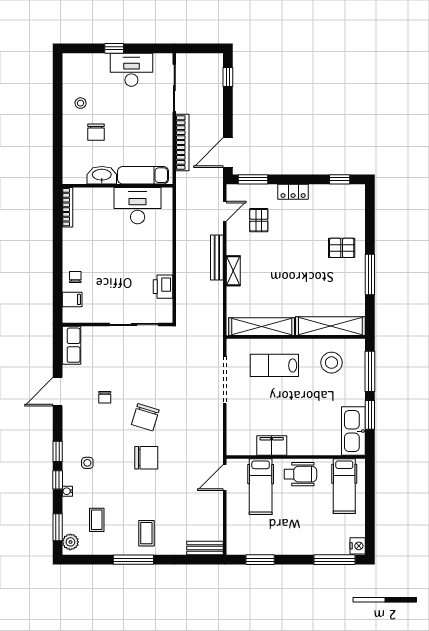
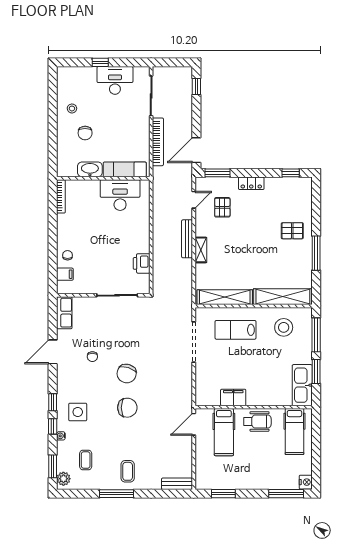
side table: (87, 463) -> (78, 412), width x1.87, depth x1.87

